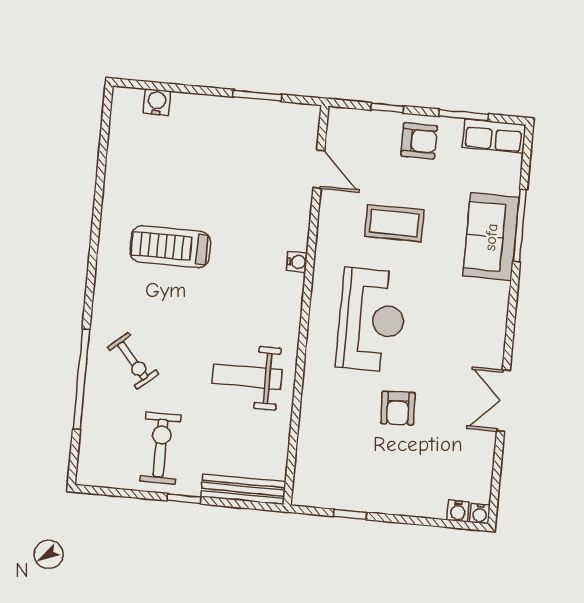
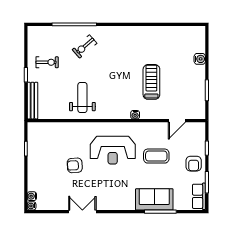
water cooler: (157, 102) -> (200, 59), moved
coffee table: (394, 223) -> (156, 156), turned 90
treadmill: (170, 247) -> (151, 82), moved
exercise bike: (161, 448) -> (47, 62), width x0.73, depth x0.72

